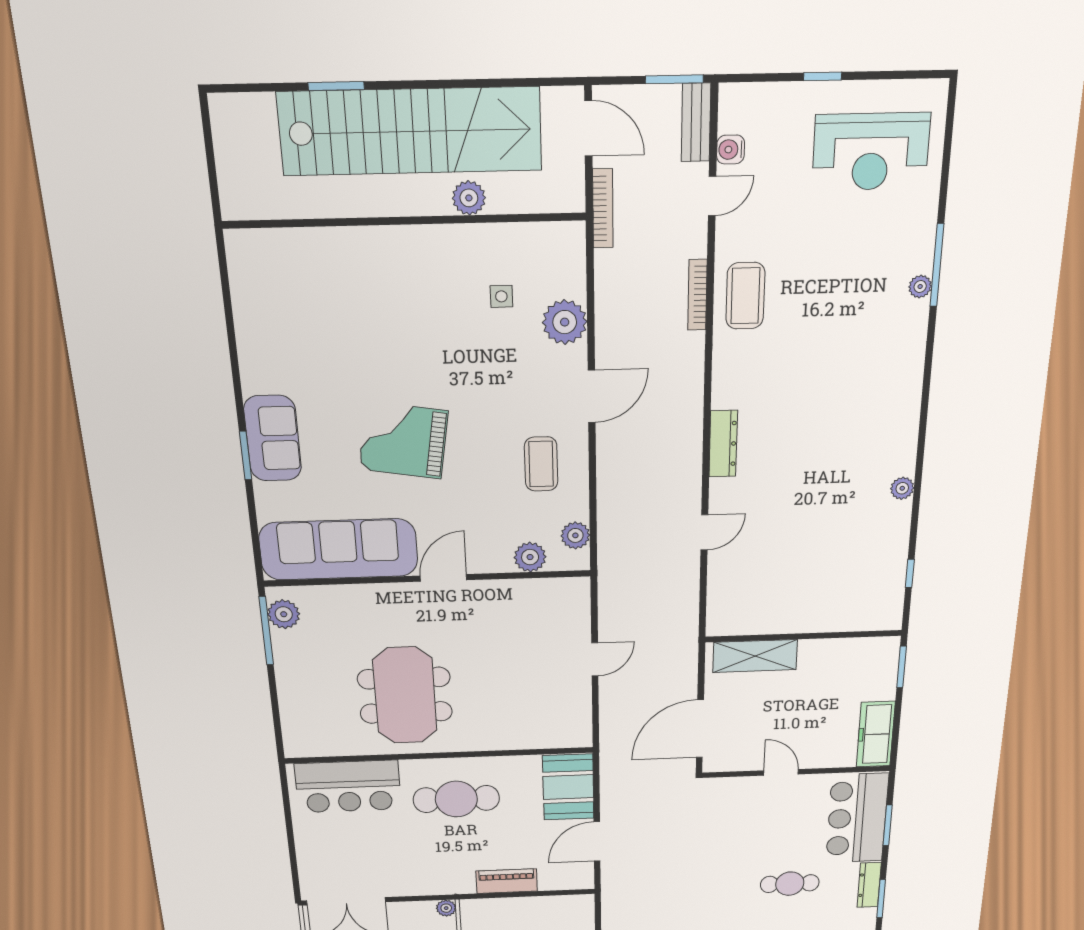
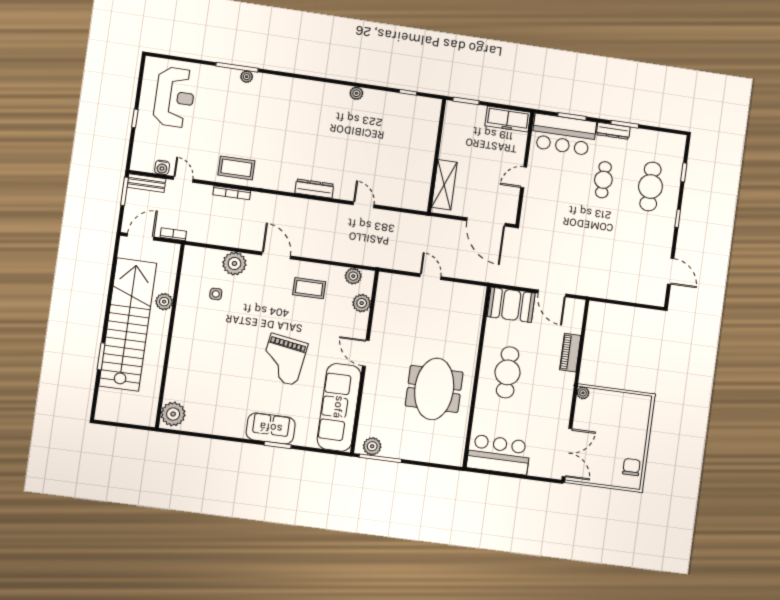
bookcase: (603, 208) -> (173, 234), width x0.64
plant: (256, 252) -> (173, 414), added
meeting table: (405, 695) -> (434, 389), turned 90
bar counter: (348, 787) -> (499, 455), moved, turned -90

